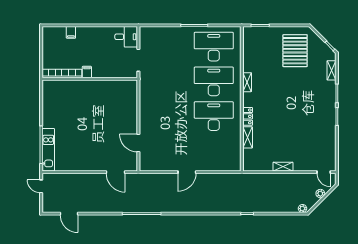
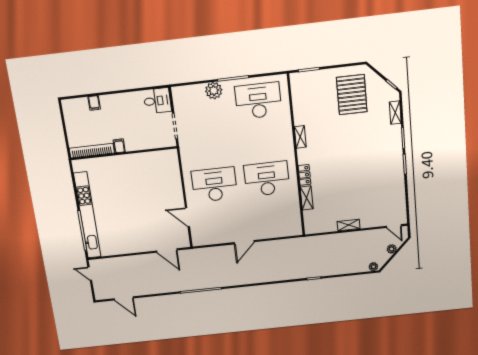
plant: (176, 34) -> (214, 91), added
desk: (214, 81) -> (214, 185), moved
kitchen unit: (48, 150) -> (87, 215), width x1.86

